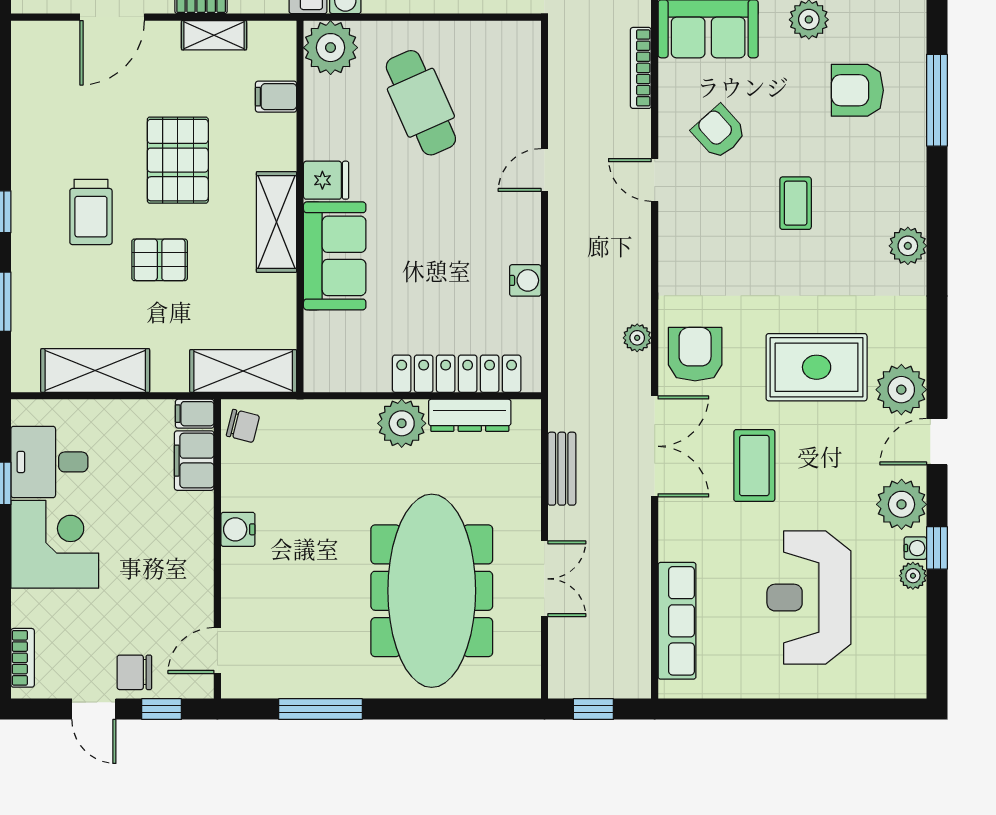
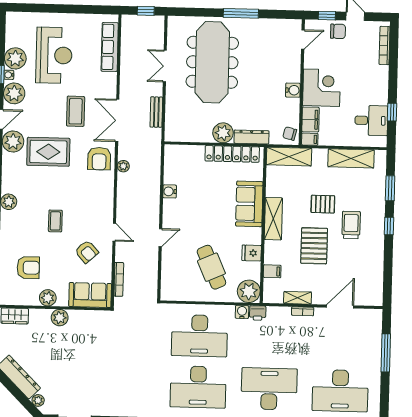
fridge: (326, 180) -> (252, 253), moved
locker: (457, 374) -> (232, 154), moved
dresser: (470, 415) -> (251, 137), moved
corner desk: (55, 544) -> (321, 88), moved, turned 180
plant: (913, 576) -> (15, 58), width x1.88, depth x1.88
bookcase: (23, 658) -> (384, 46), width x1.56
window: (320, 709) -> (241, 13), moved

